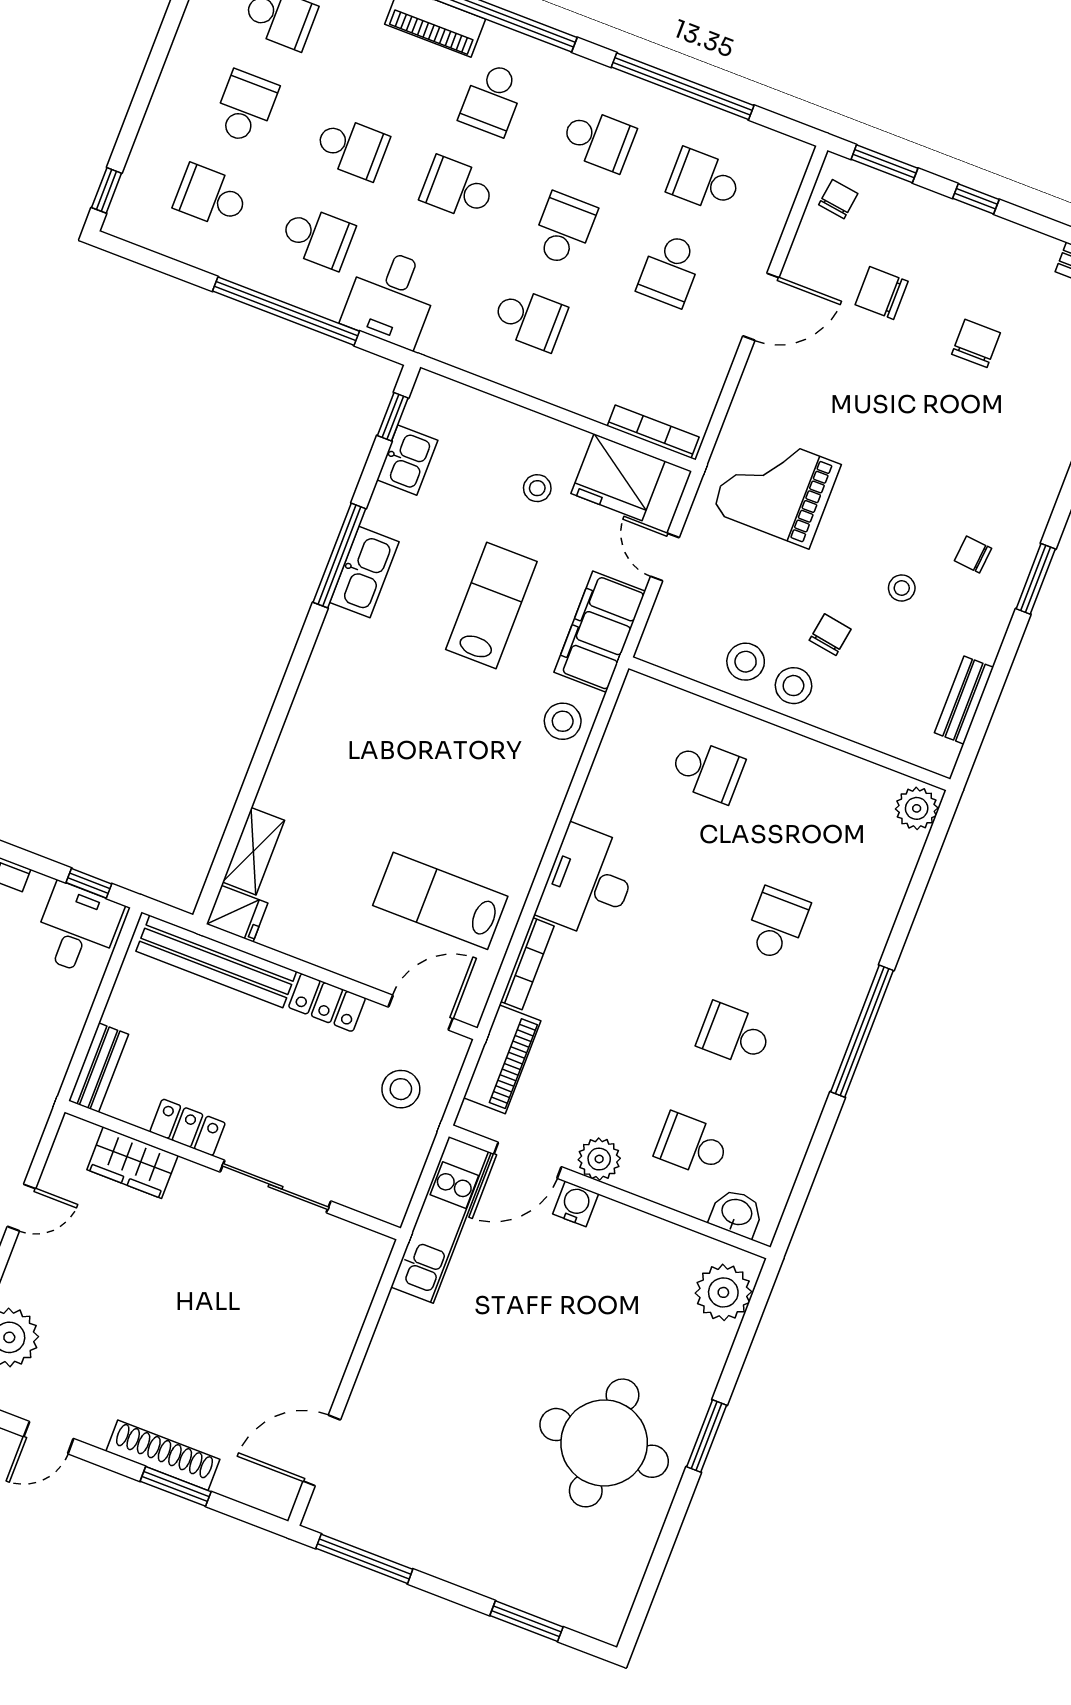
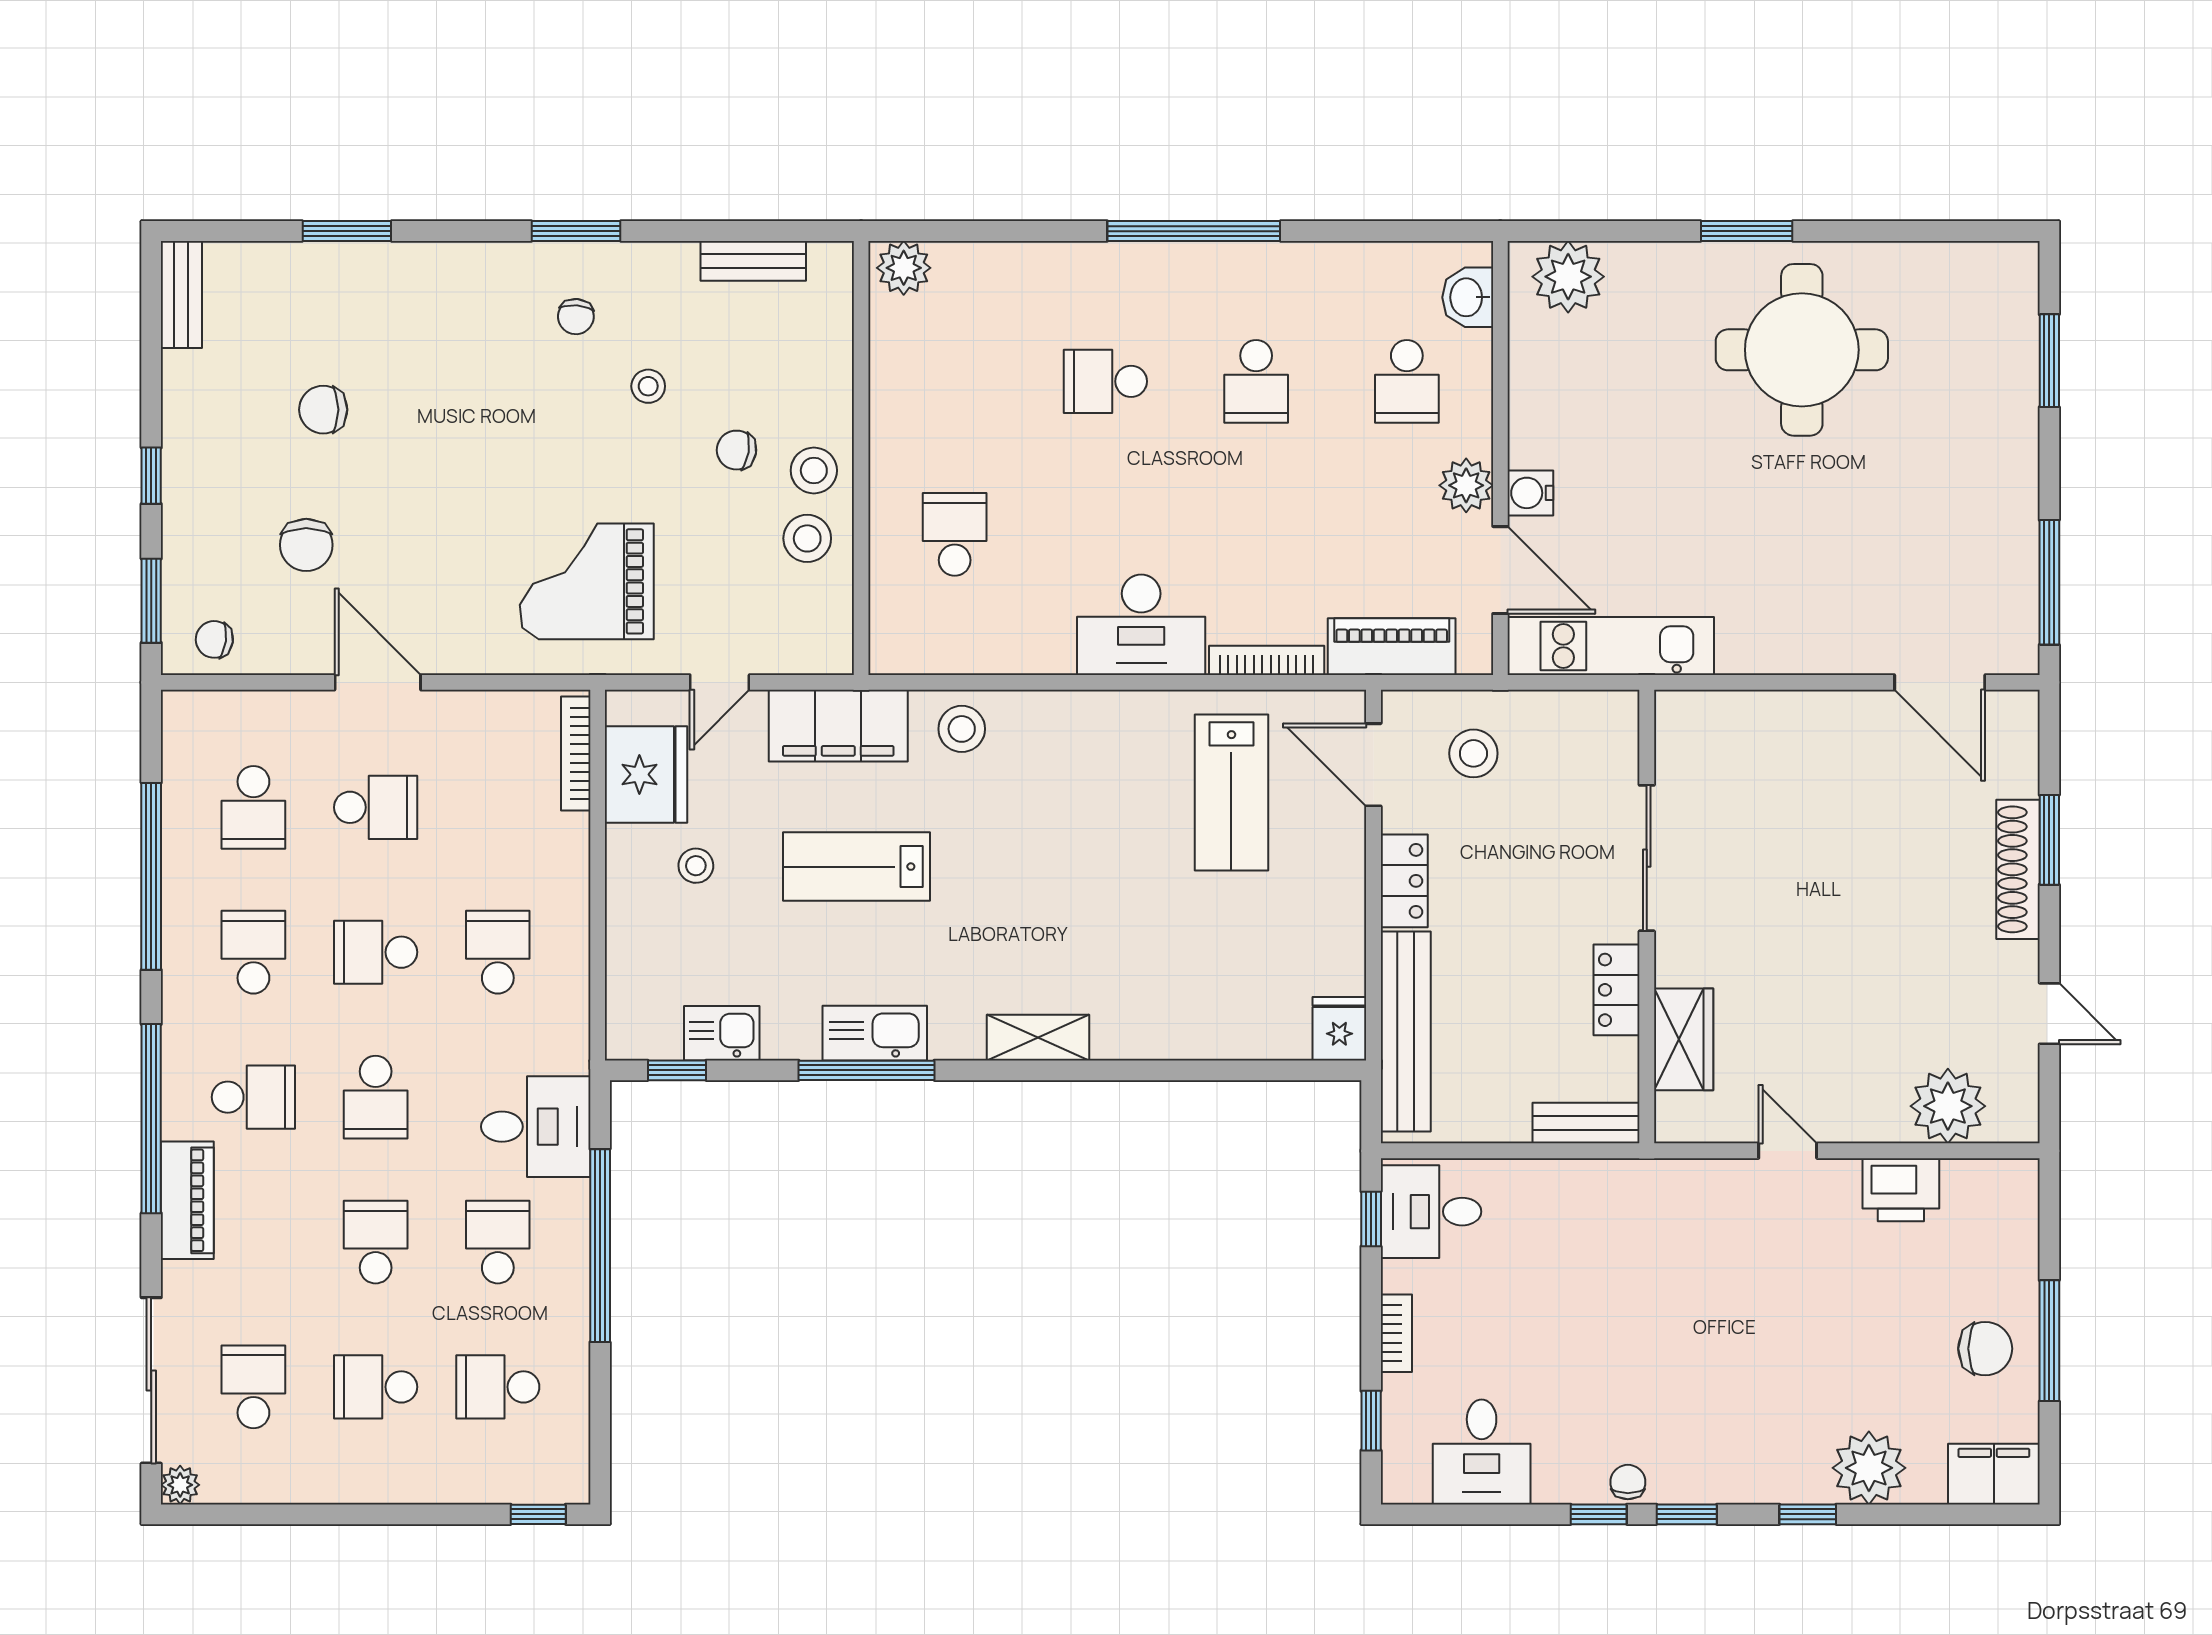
school desk: (211, 197) -> (498, 1387), turned 90
grand piano: (776, 488) -> (587, 581), turned 90
shelving: (253, 851) -> (1038, 1038), moved

